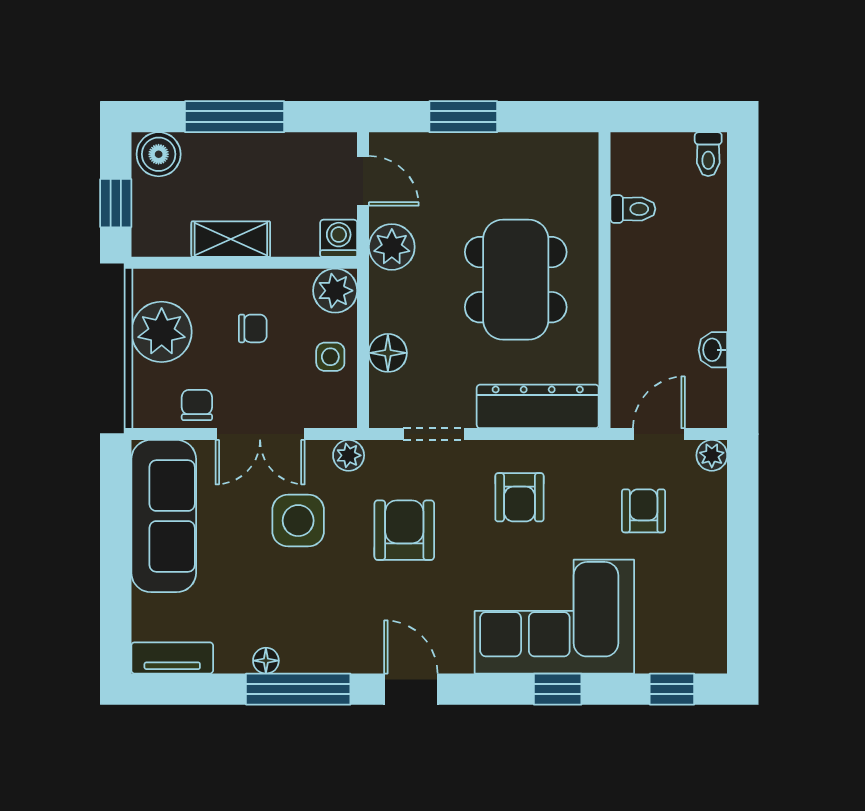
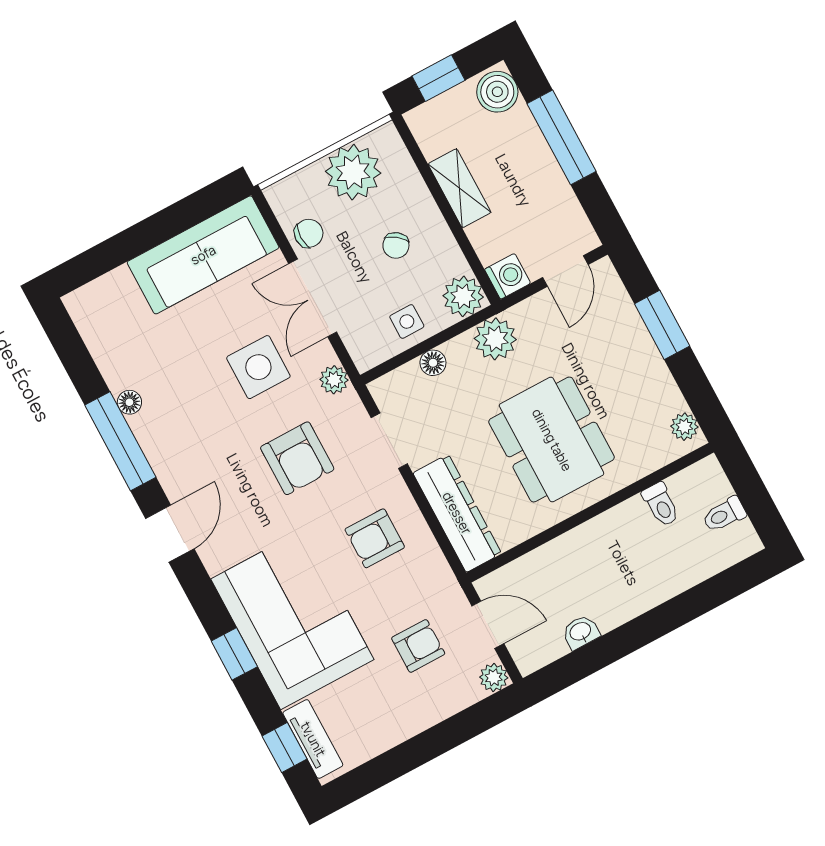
plant: (571, 147) -> (684, 427), added
toilet: (708, 154) -> (724, 515), moved
plant: (392, 247) -> (495, 339), moved
dining table: (516, 280) -> (552, 440), turned 90
chair: (253, 328) -> (396, 245), turned 37
floor lamp: (388, 353) -> (433, 363), width x0.73, depth x0.73
armchair: (404, 530) -> (297, 458), turned 90
tv unit: (172, 658) -> (313, 739), moved

